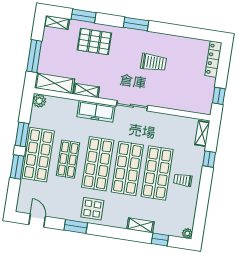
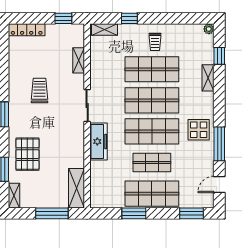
shelving: (86, 90) -> (79, 60), moved
plant: (39, 101) -> (97, 201), removed
window: (17, 167) -> (191, 213), moved
window: (76, 226) -> (219, 144), width x1.44

